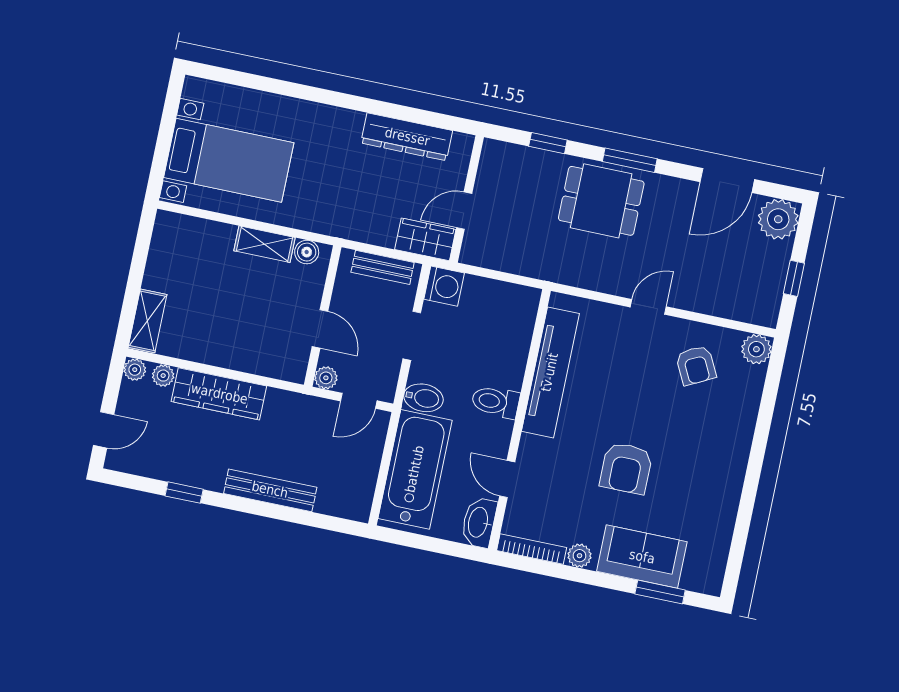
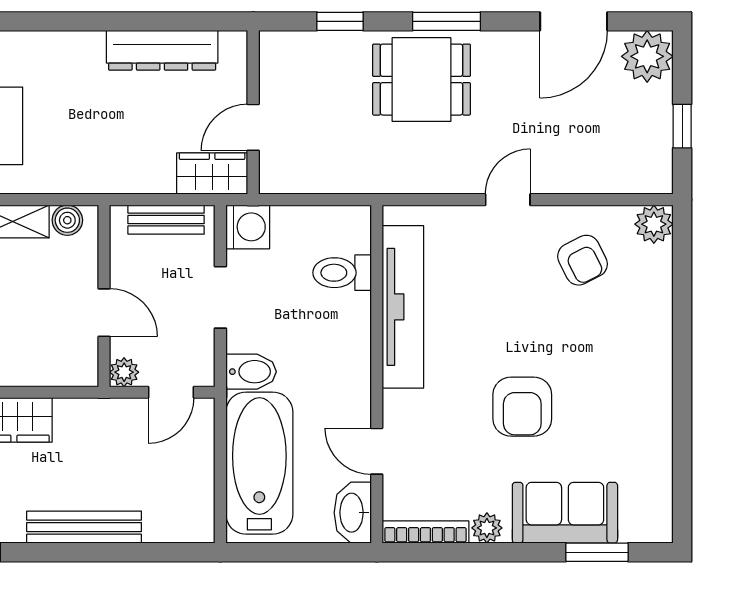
toilet: (496, 402) -> (342, 273), moved

